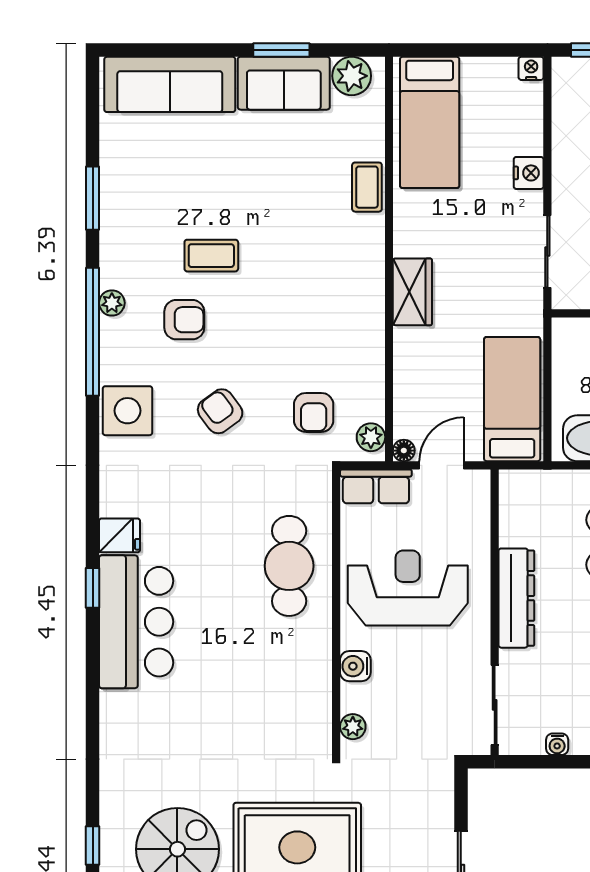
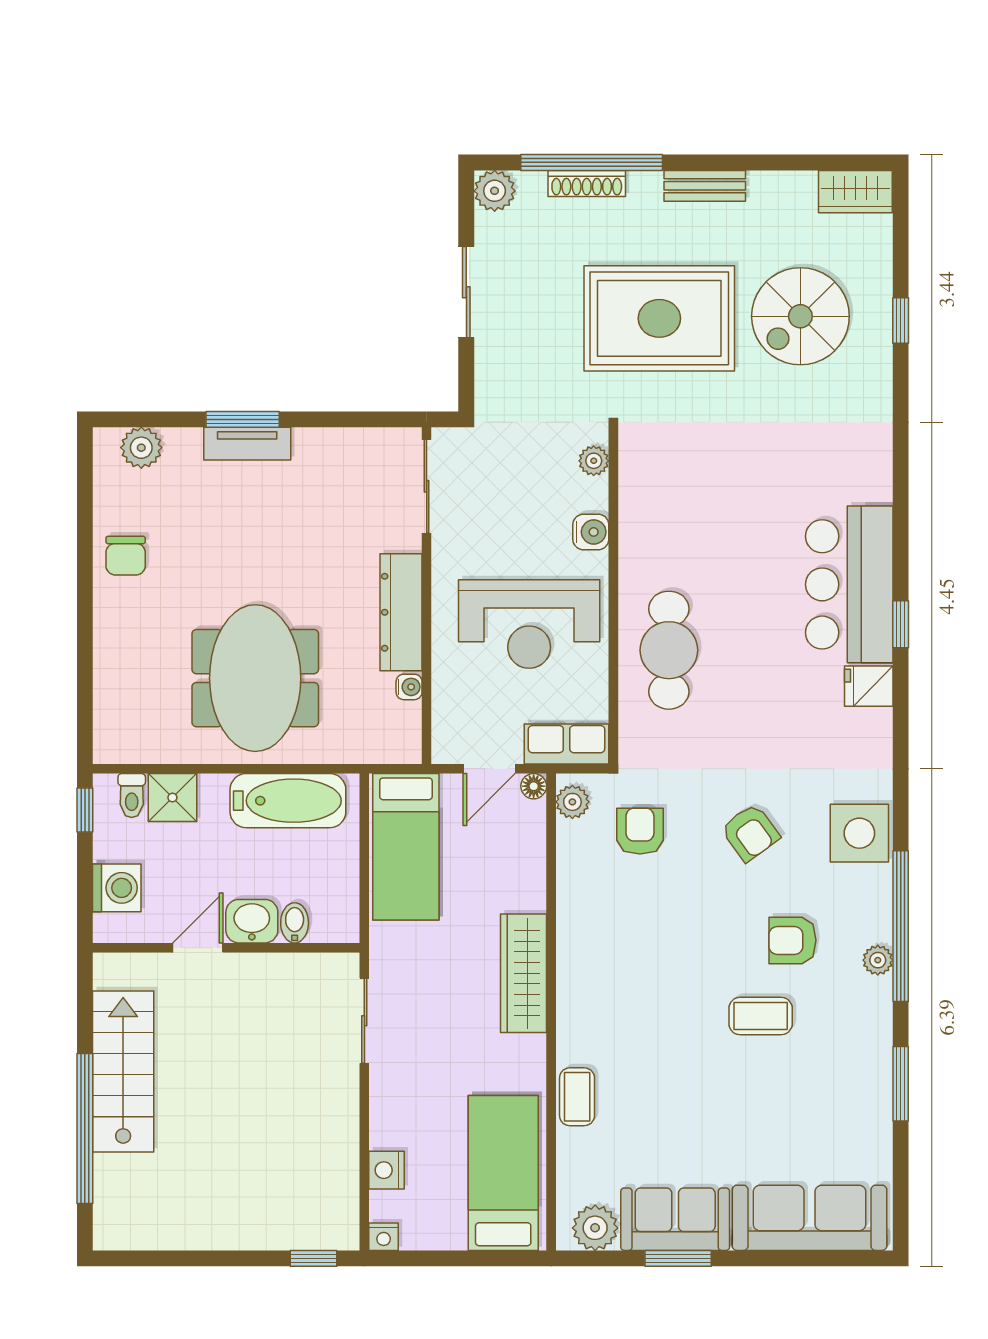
nightstand: (529, 173) -> (386, 1170), moved
wardrobe: (412, 292) -> (524, 973), width x1.50
water cooler: (557, 744) -> (409, 687), moved, turned 90

